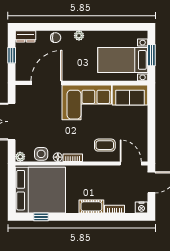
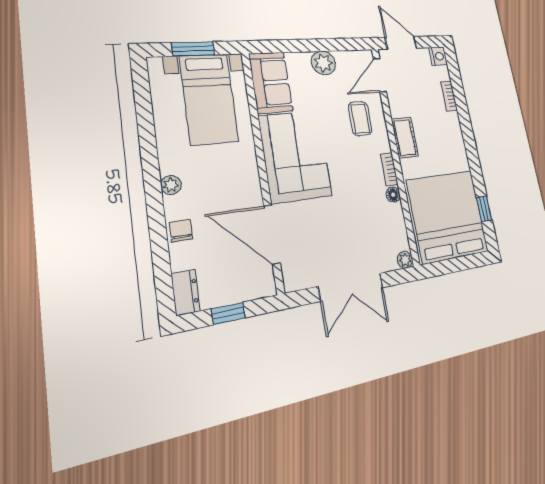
plant: (140, 128) -> (323, 63), added
side table: (41, 154) -> (394, 224), removed
cot: (91, 206) -> (405, 138), moved

